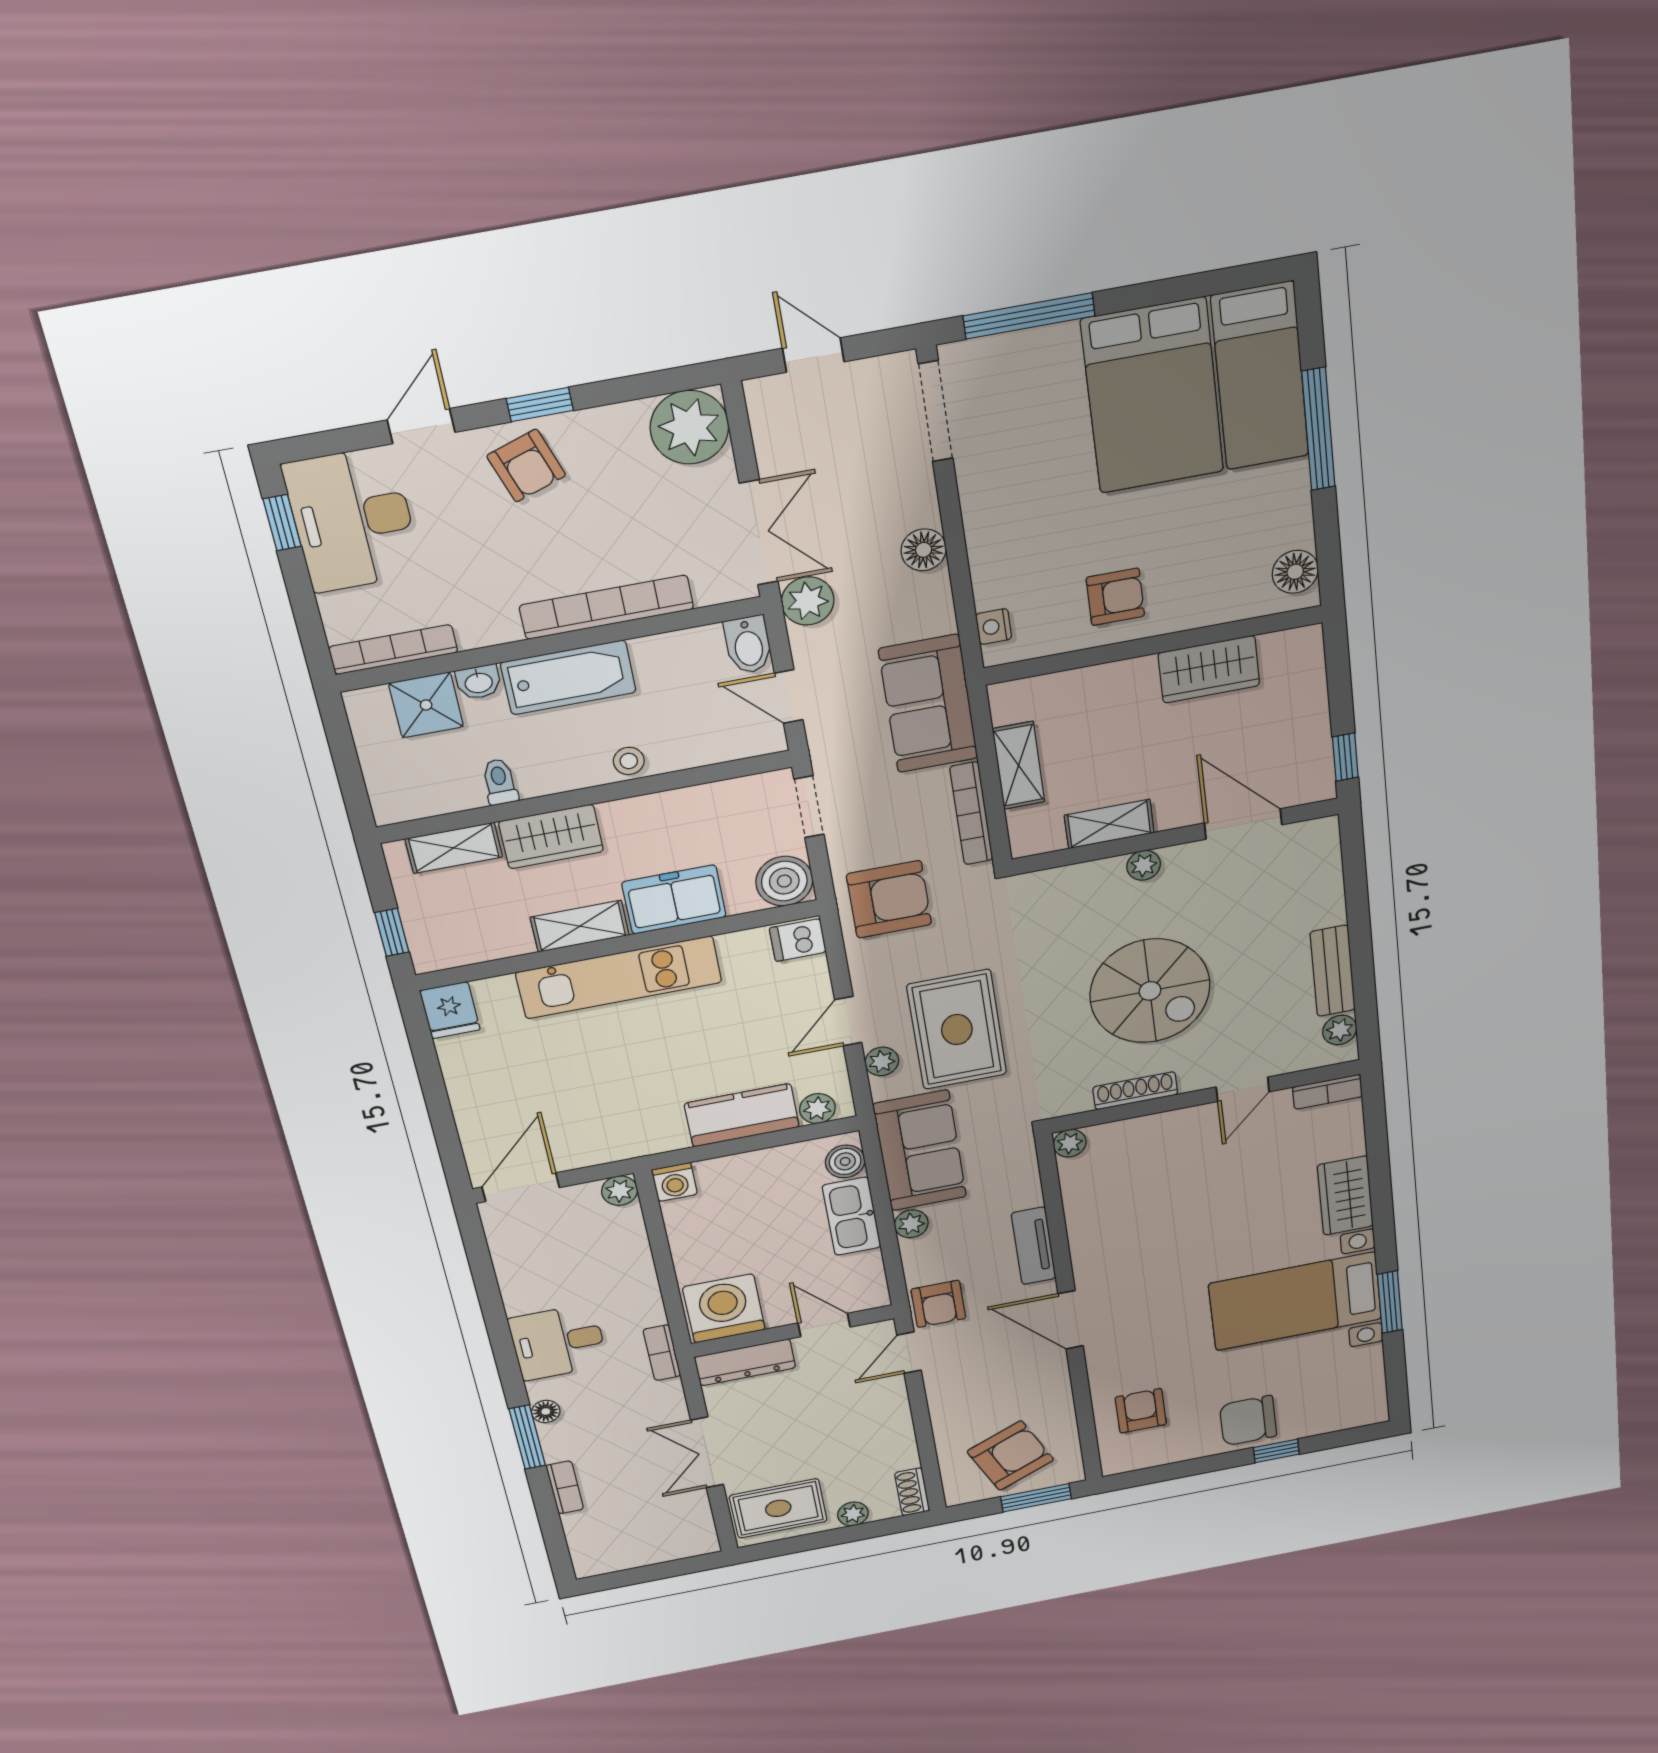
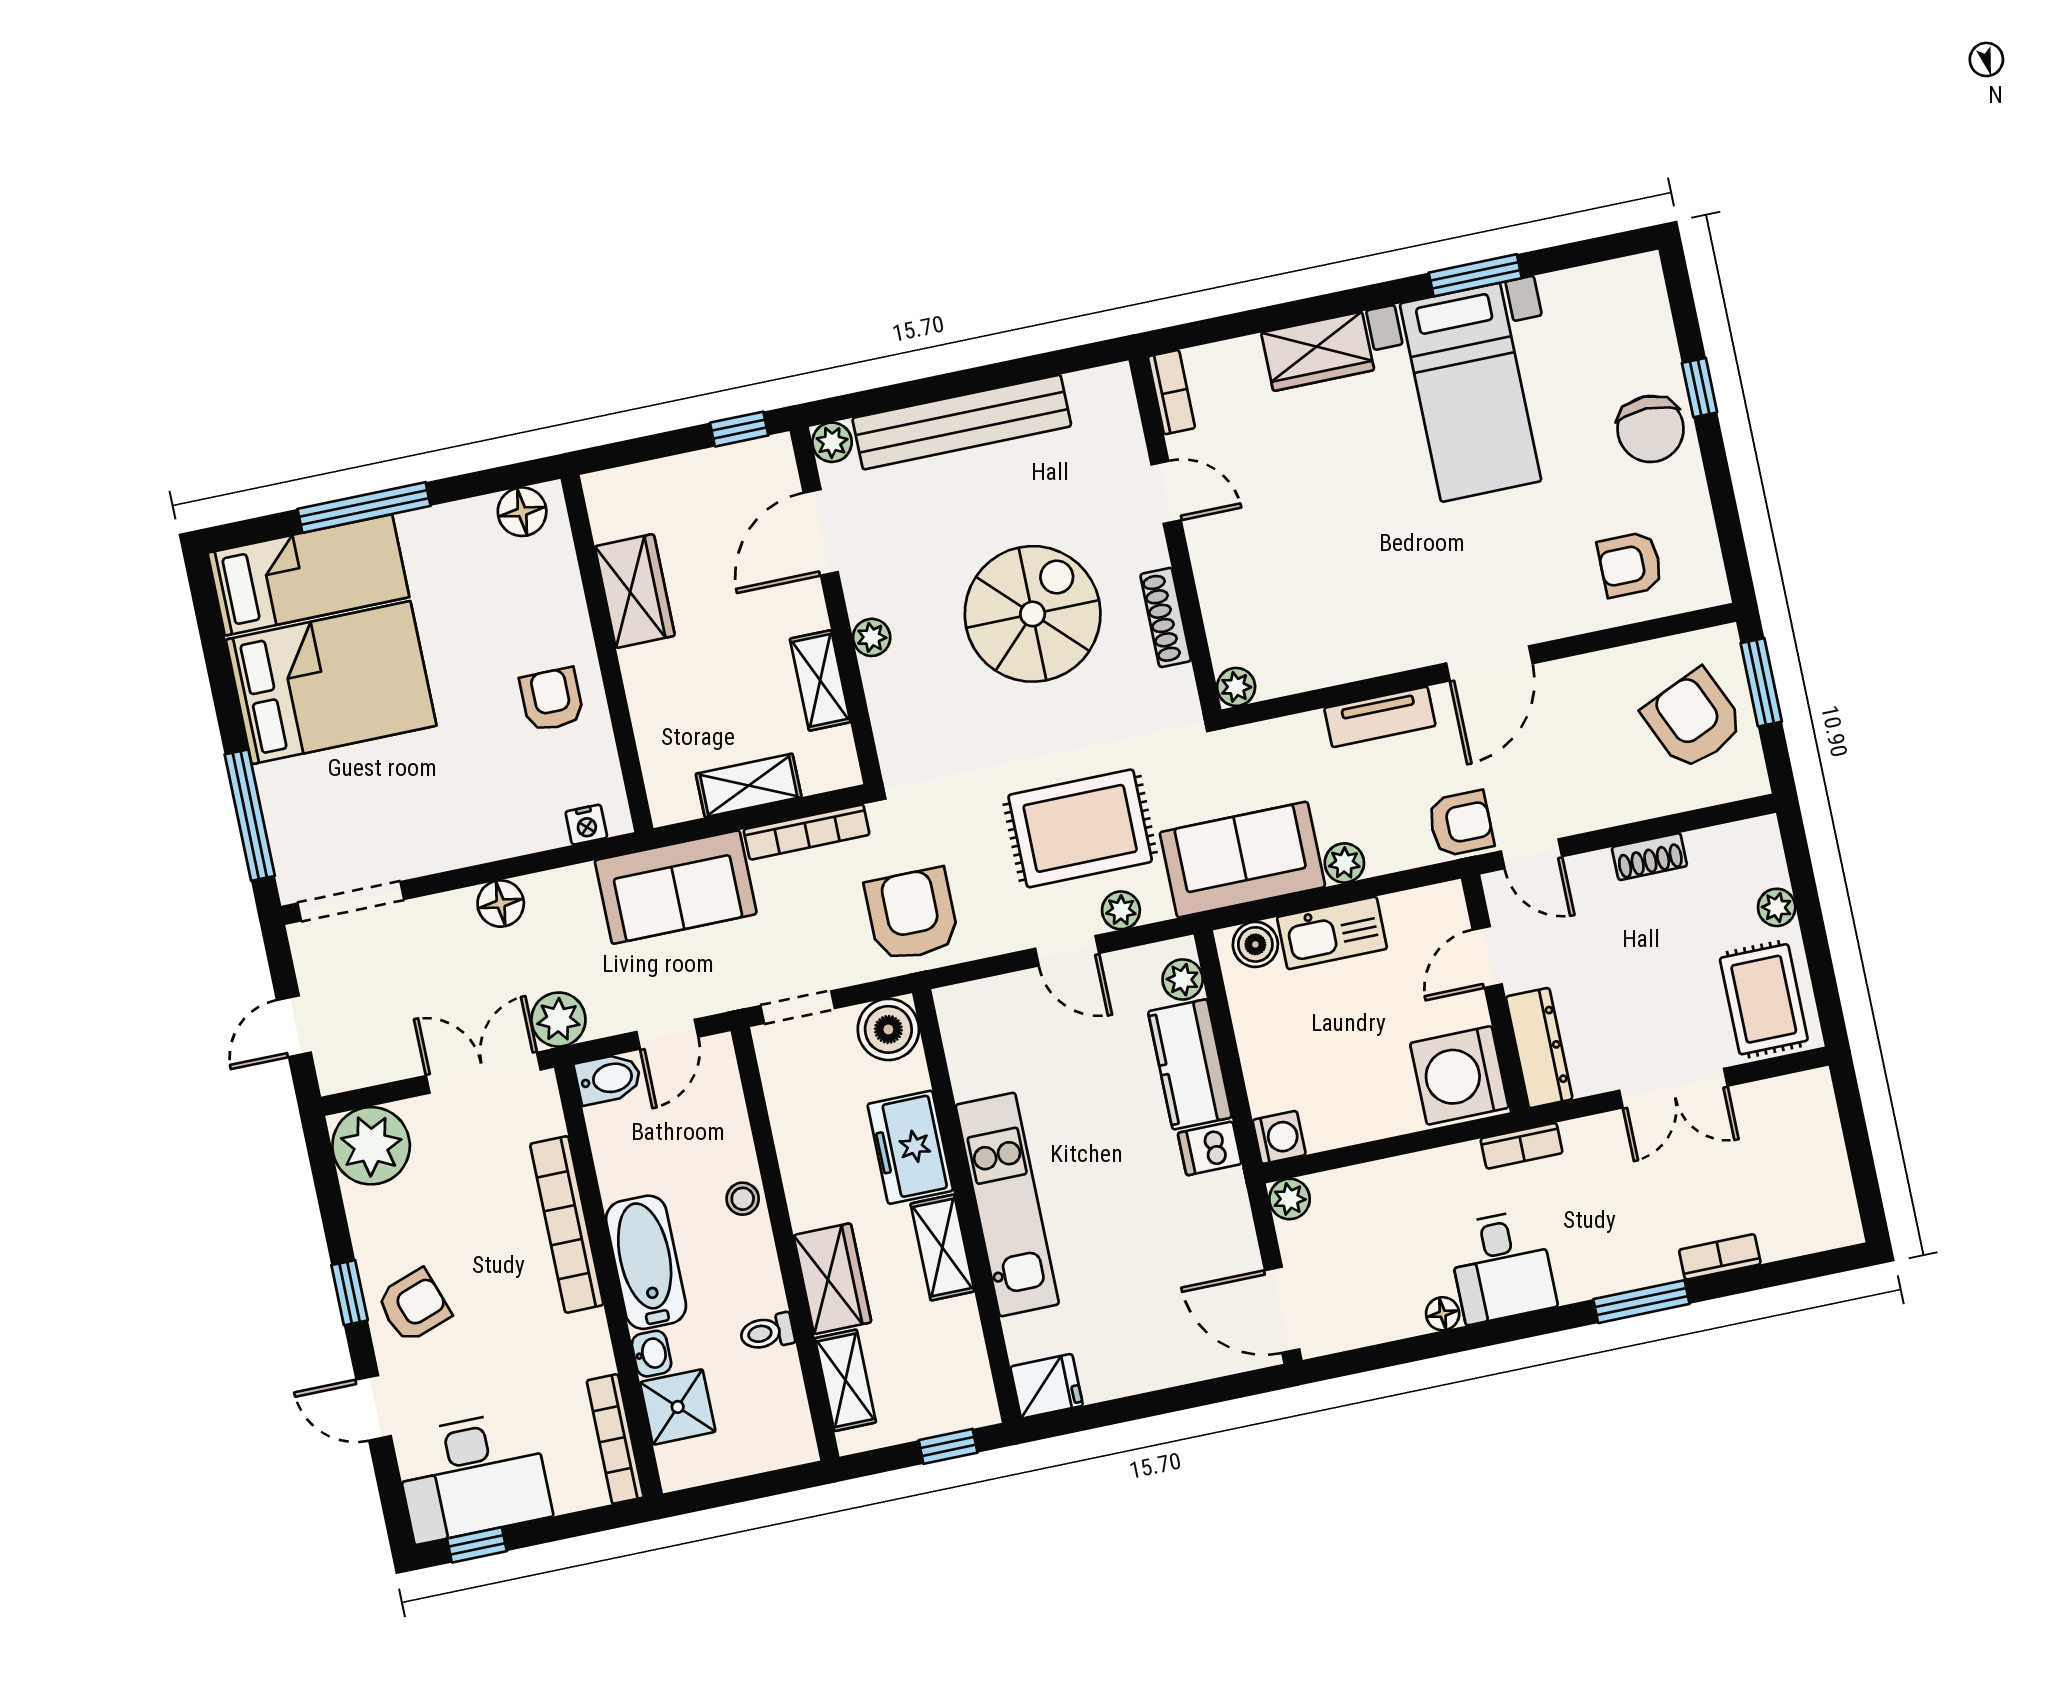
dishwasher: (798, 940) -> (1210, 1148), moved, turned 90
bench: (1333, 971) -> (962, 422), width x1.86, depth x1.21
plant: (1340, 1030) -> (832, 442), moved
floor lamp: (546, 1412) -> (1443, 1314), moved
shoe rack: (912, 1492) -> (1649, 857), moved

